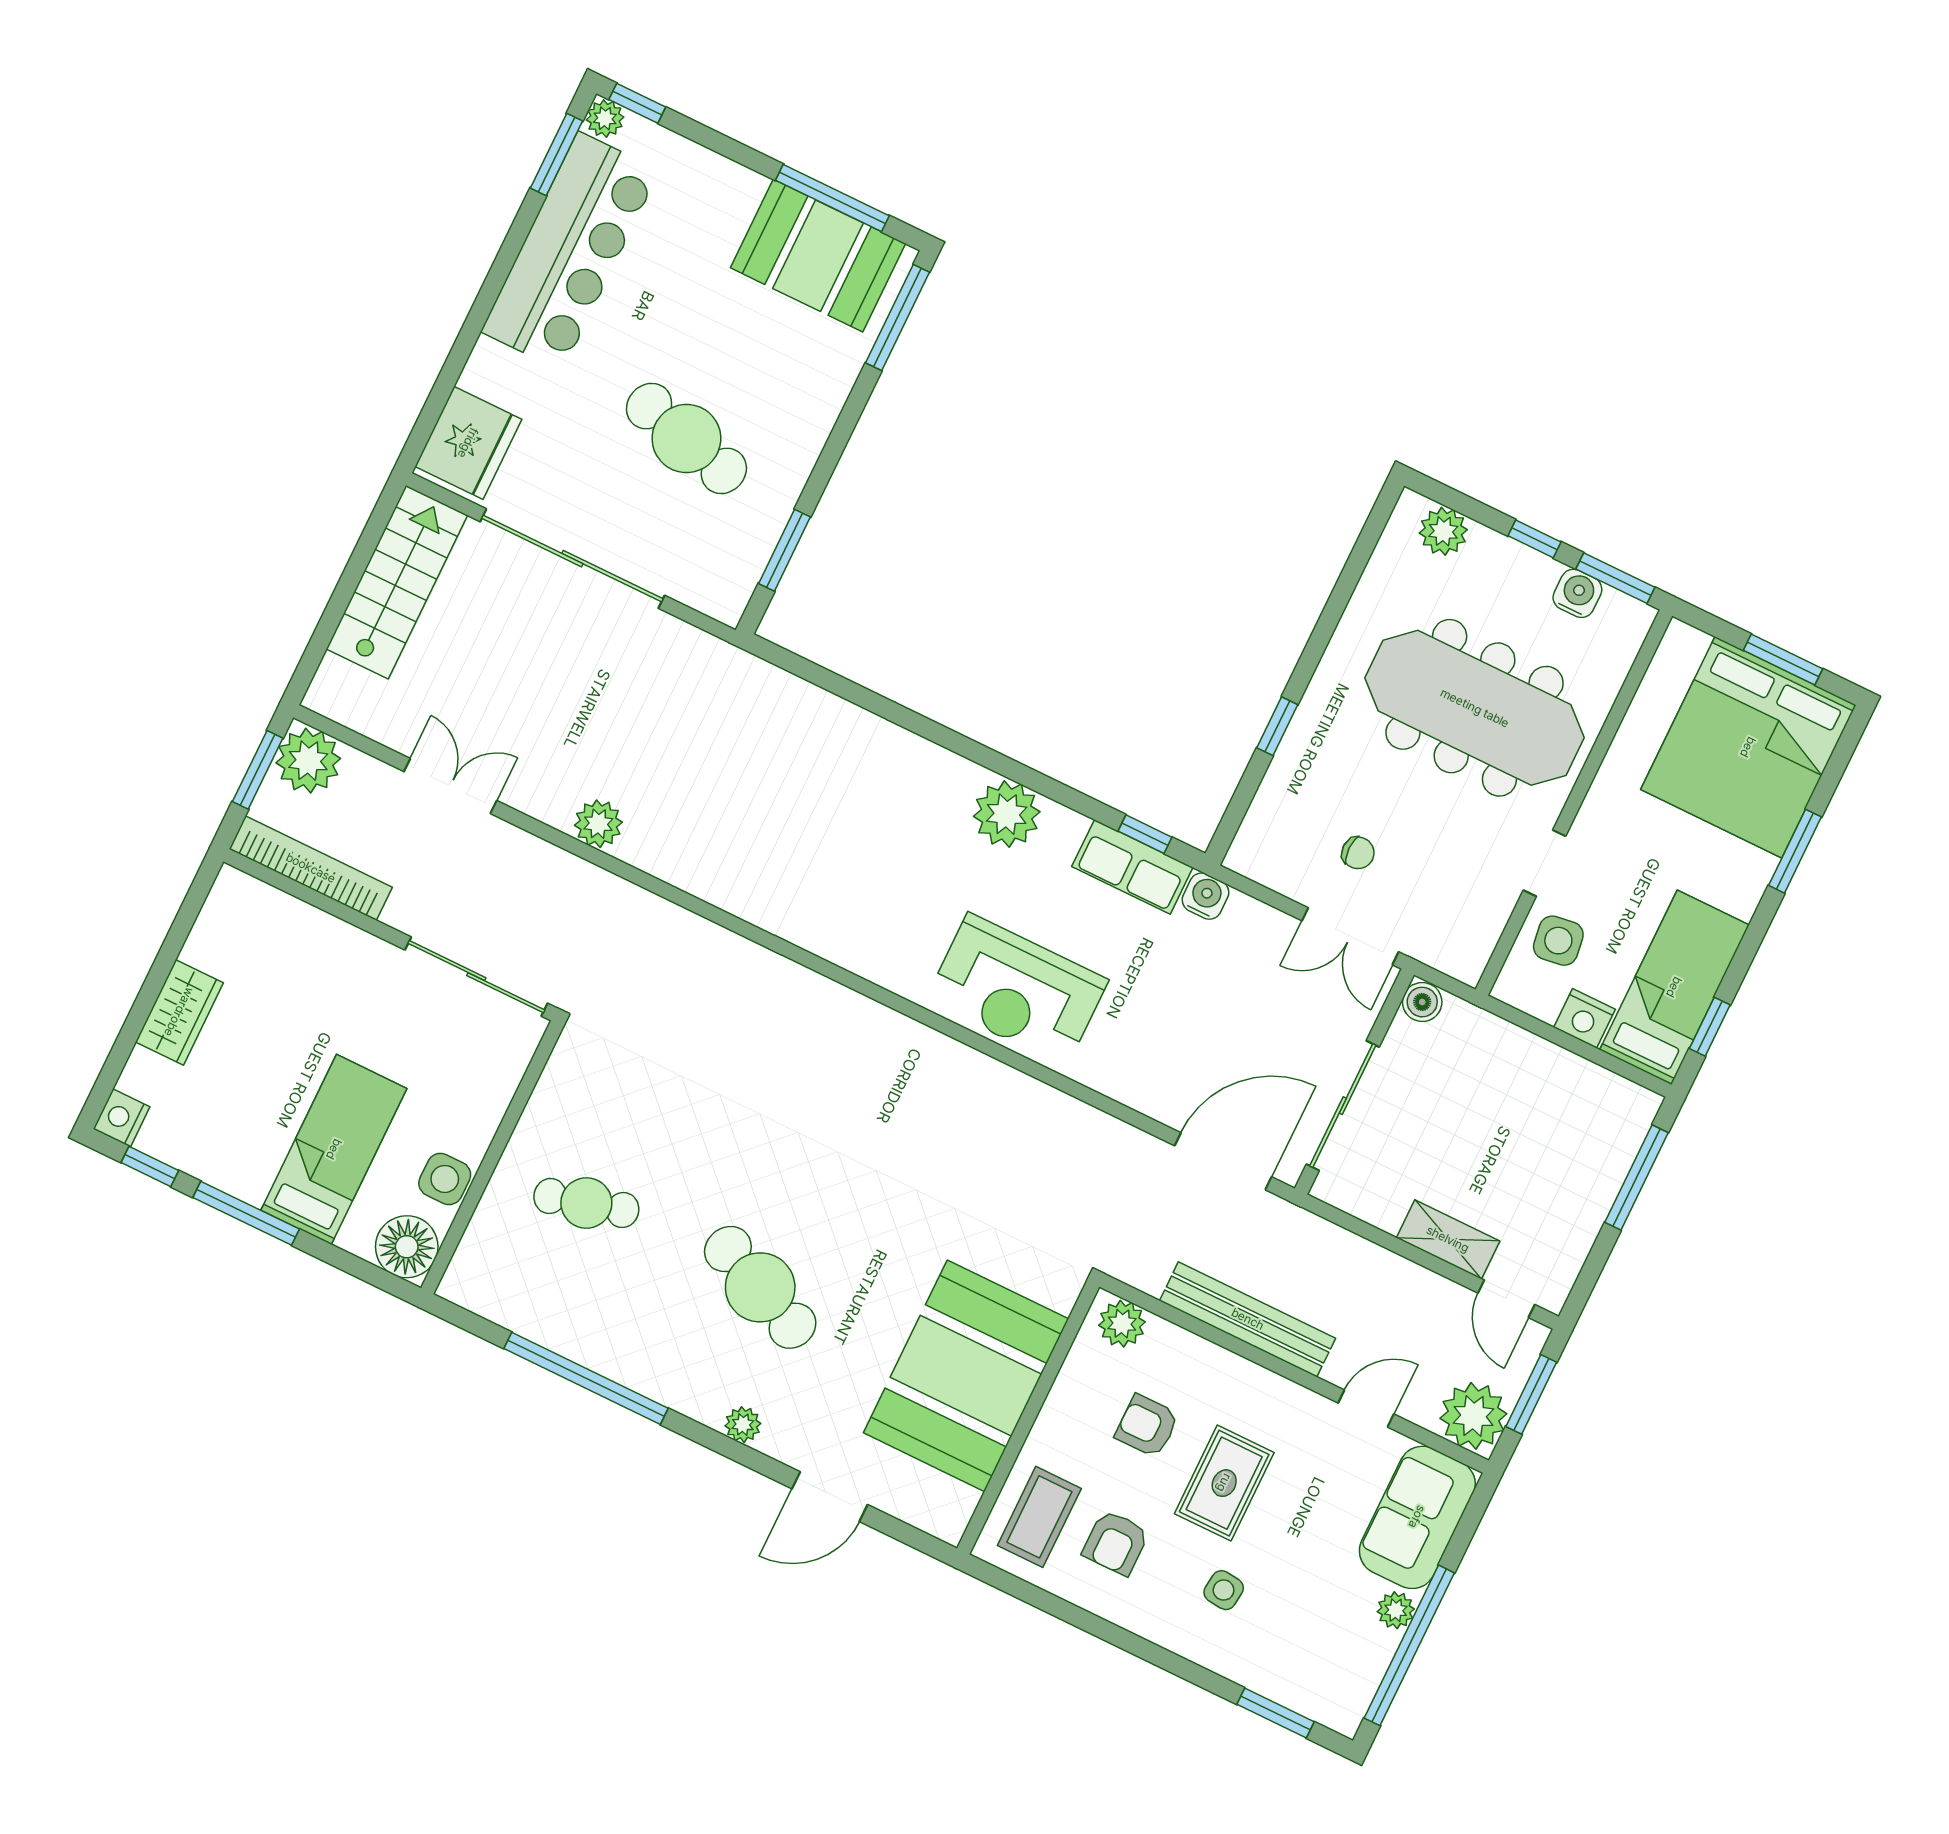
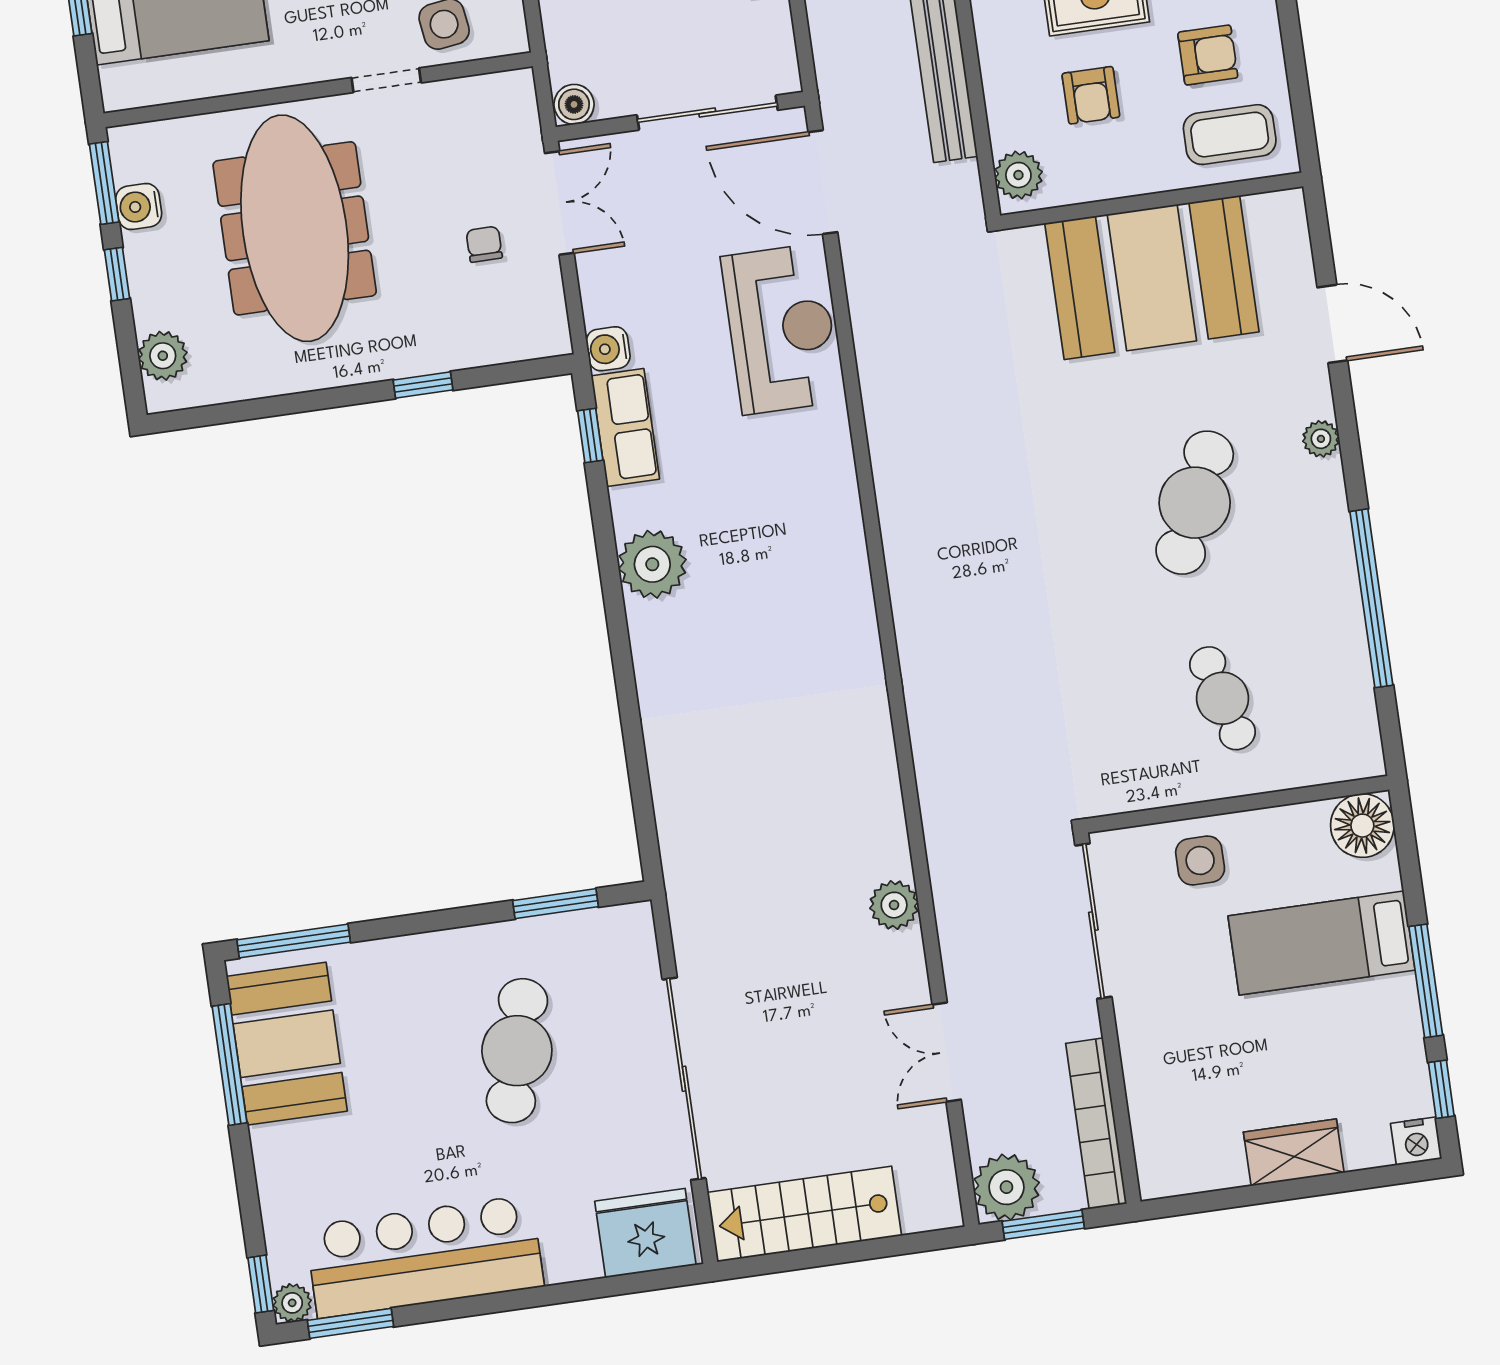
reception desk: (1017, 990) -> (781, 329), moved
side table: (445, 1179) -> (1200, 860), moved

